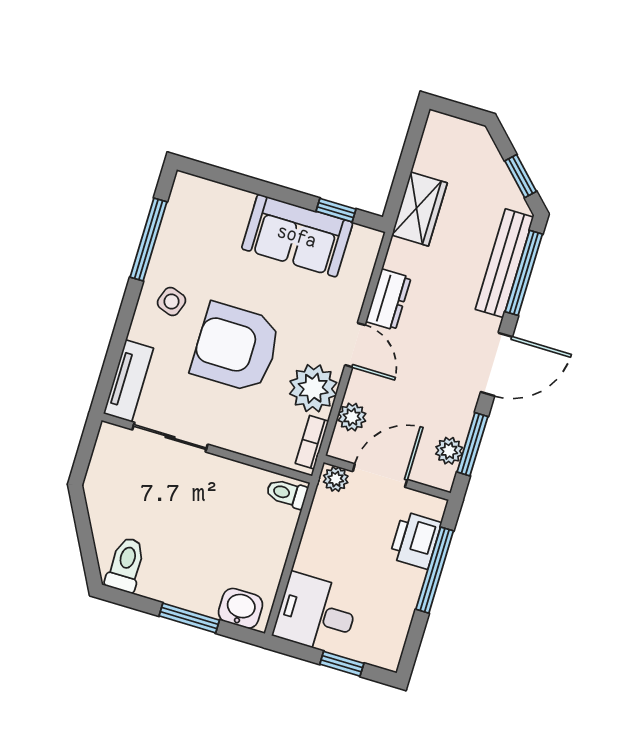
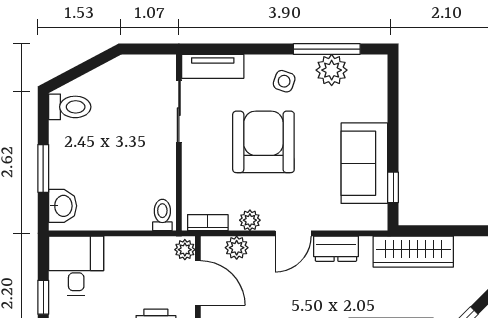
wardrobe: (419, 209) -> (413, 252), width x1.50
plant: (175, 241) -> (332, 70), added
plant: (313, 388) -> (250, 220), width x0.53, depth x0.53

